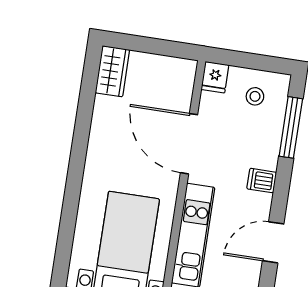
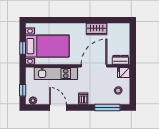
wardrobe: (112, 71) -> (97, 29), moved
dresser: (184, 80) -> (120, 60), added

